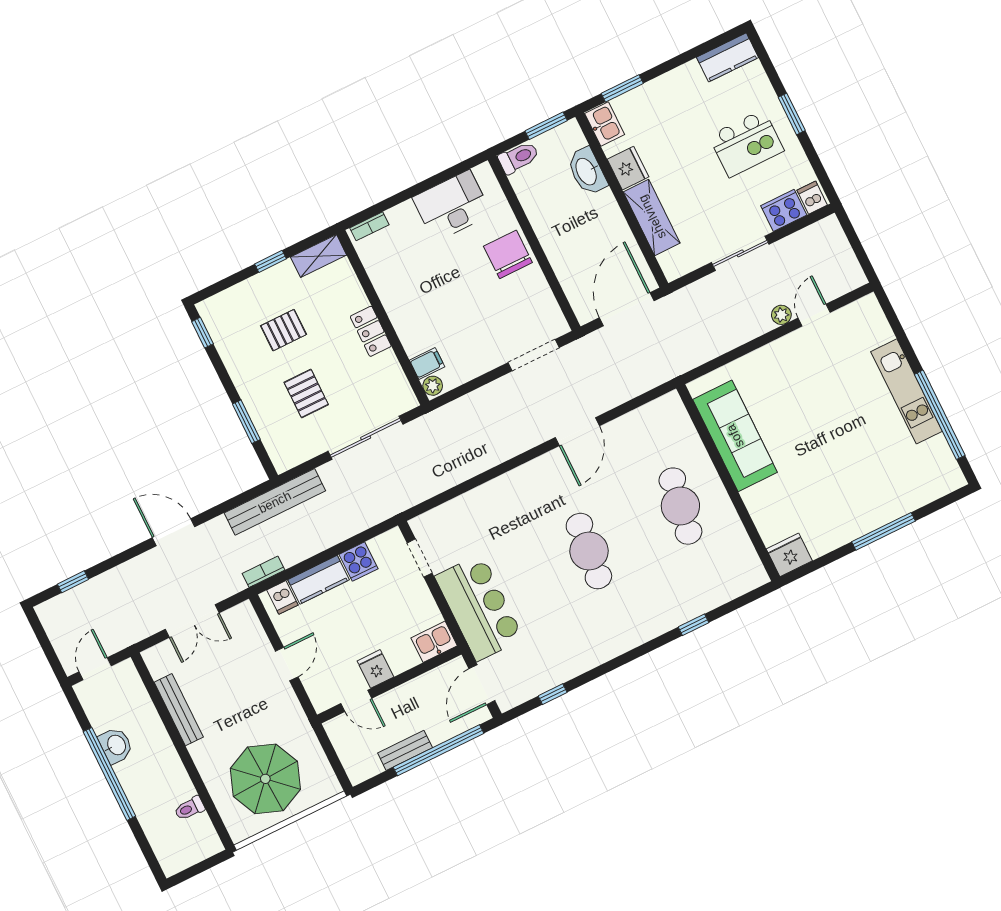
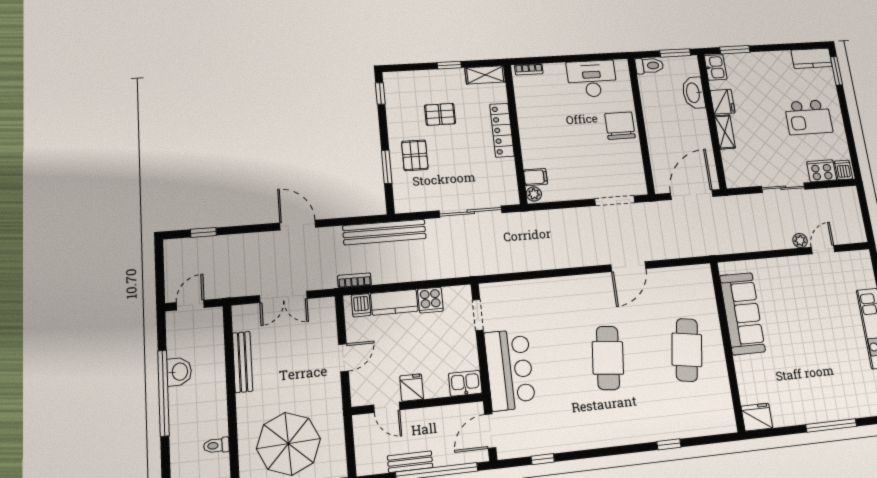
window: (792, 114) -> (836, 71), moved
shelving: (652, 217) -> (725, 132), width x0.67, depth x0.75
locker: (371, 331) -> (502, 130), width x1.53
pallet: (306, 394) -> (415, 155), moved

